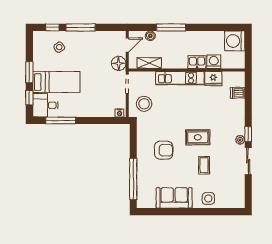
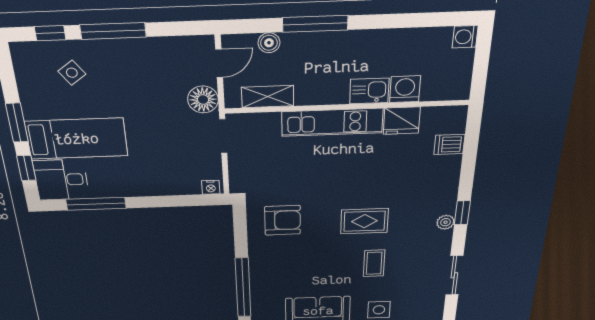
washing machine: (235, 41) -> (465, 37), width x0.53, depth x0.53
stool: (144, 104) -> (259, 170), removed
armchair: (164, 150) -> (283, 220), moved
sliding door: (248, 161) -> (454, 275), moved

